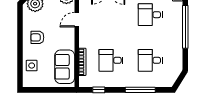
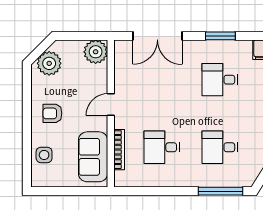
door: (77, 20) -> (111, 105), moved
window: (99, 90) -> (144, 191), removed
window: (140, 90) -> (221, 191), moved

